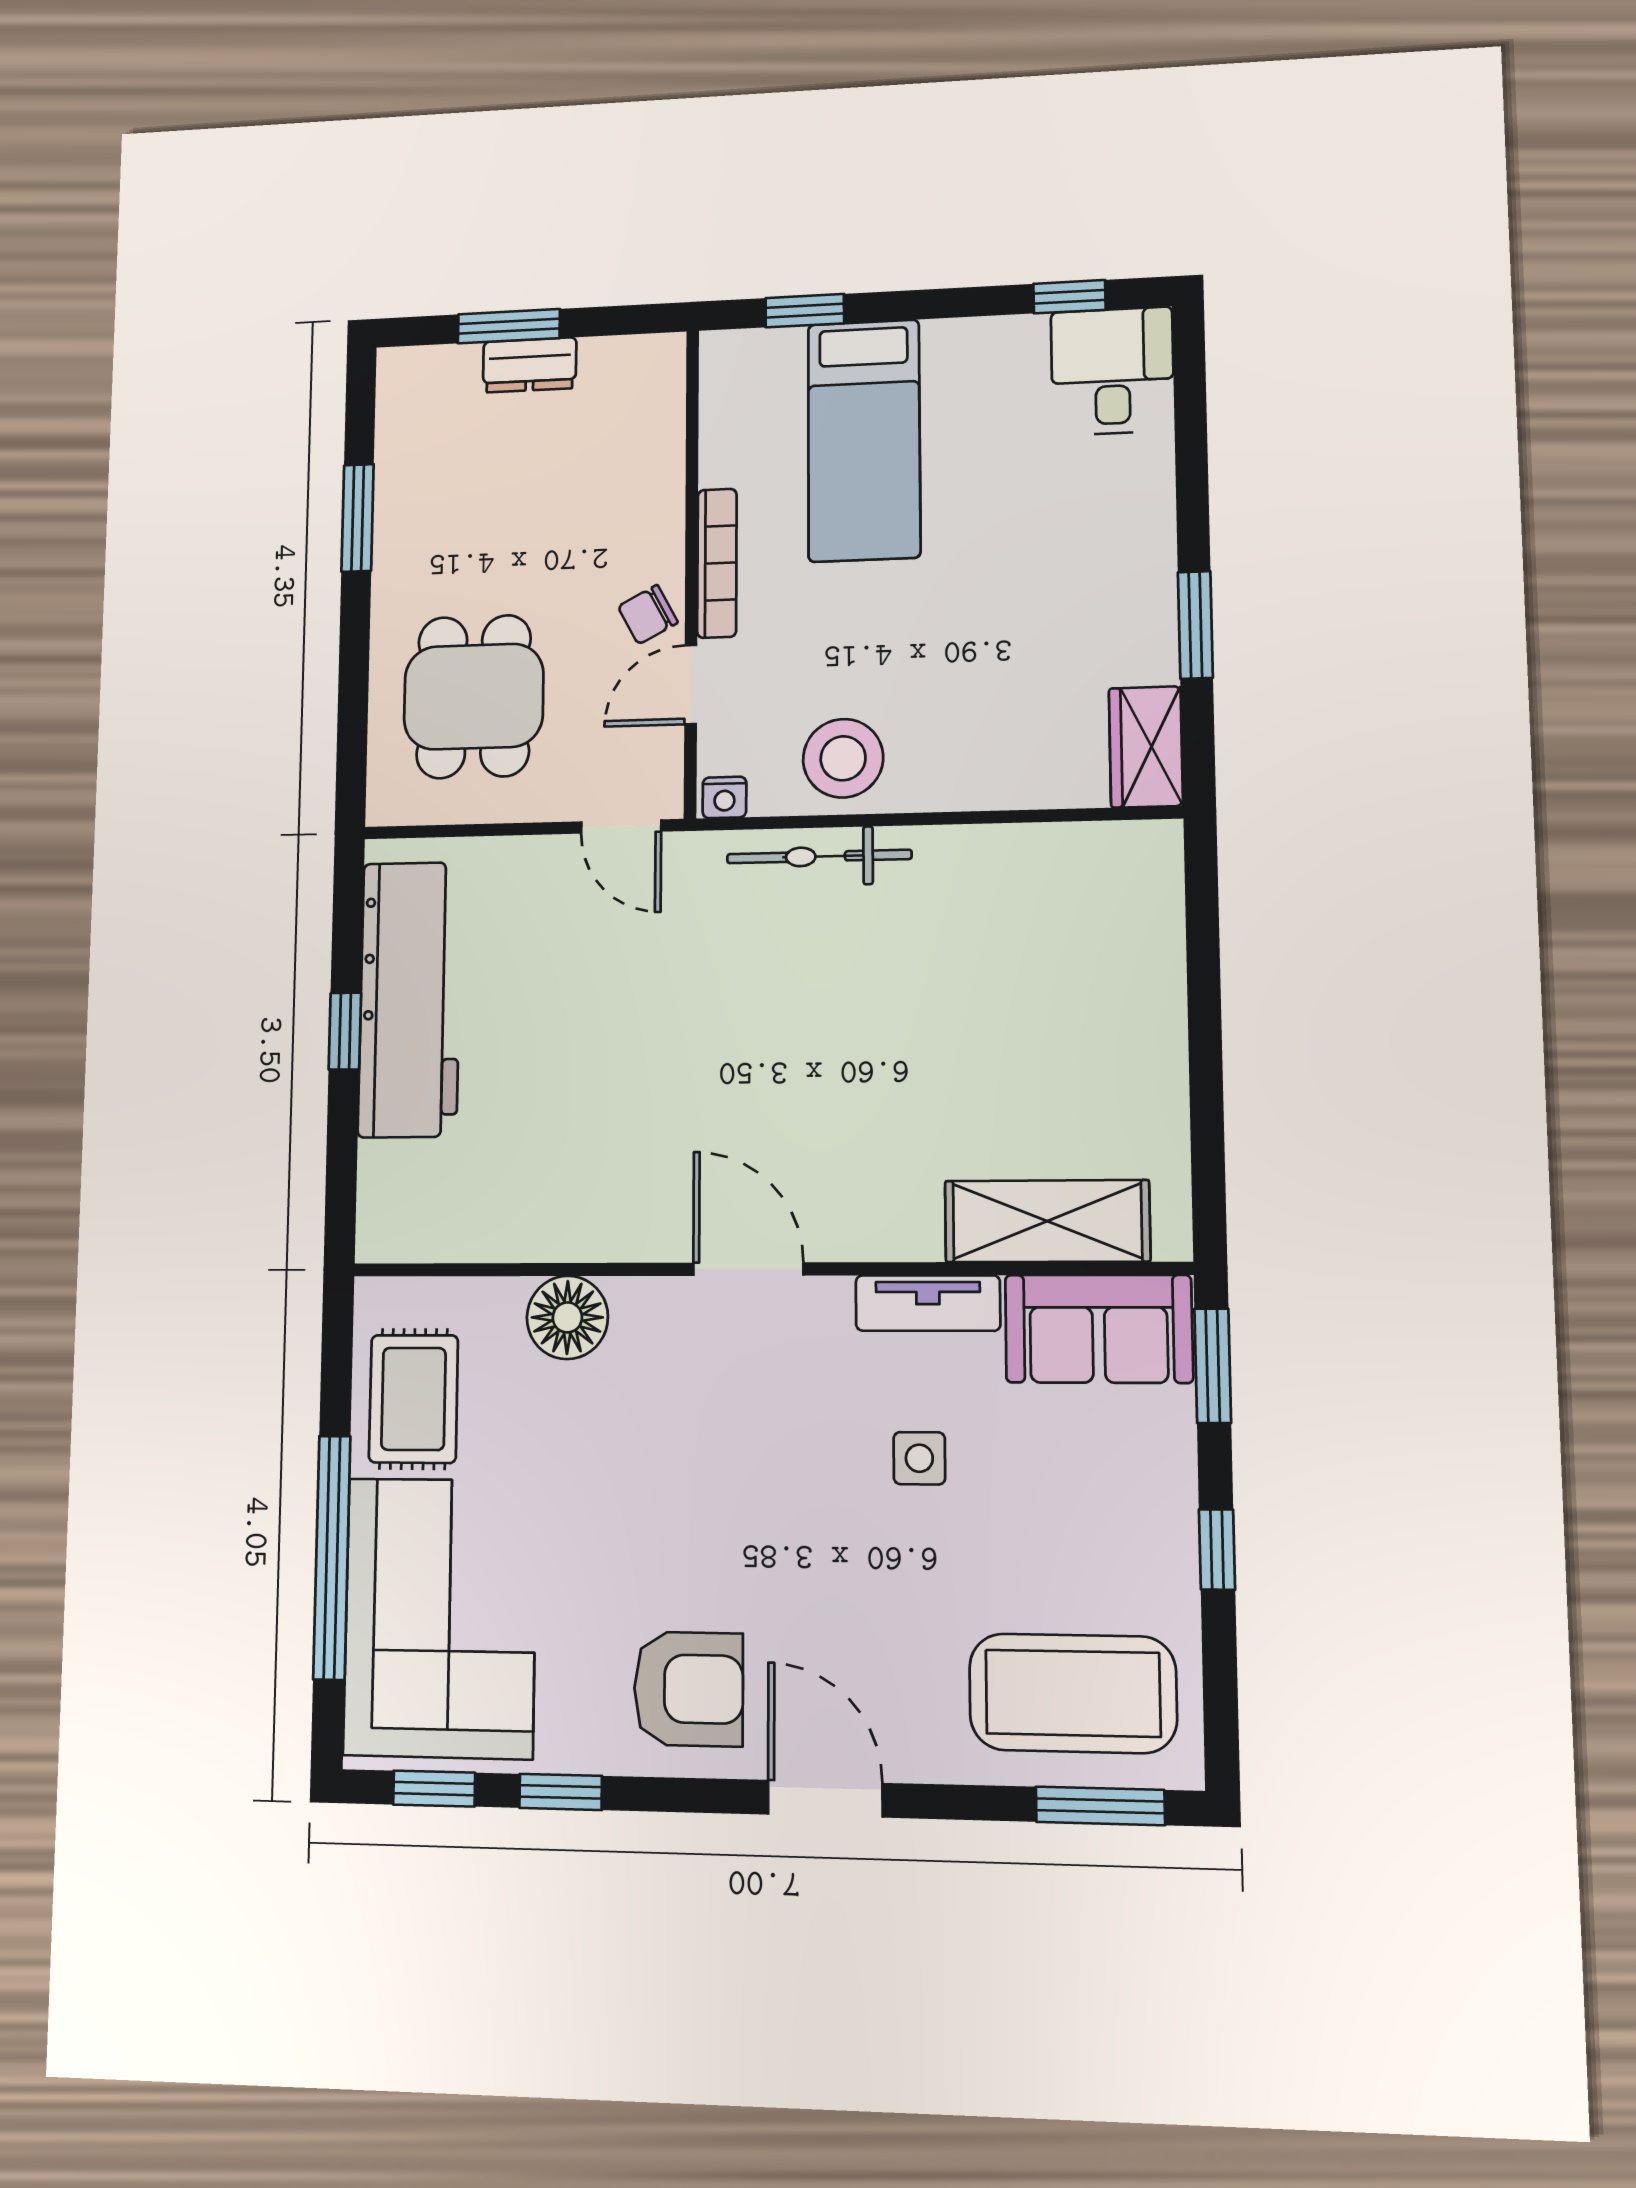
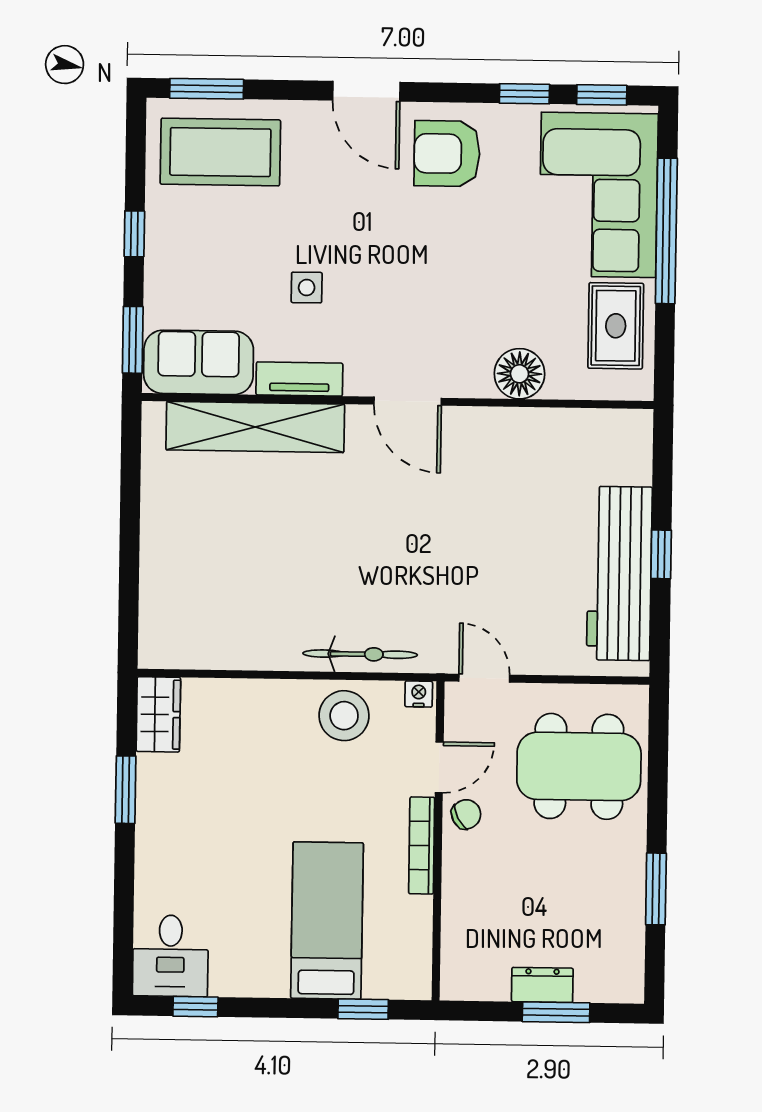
dining table: (474, 697) -> (579, 766), width x1.38
shelving: (1047, 1221) -> (255, 427), width x1.47

